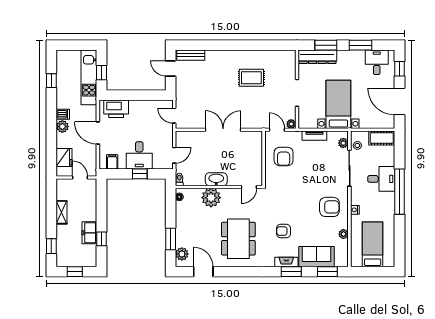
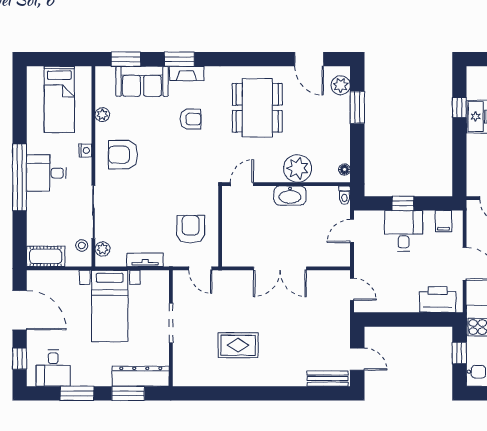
plant: (291, 124) -> (179, 277), removed
desk: (381, 179) -> (46, 173), moved

